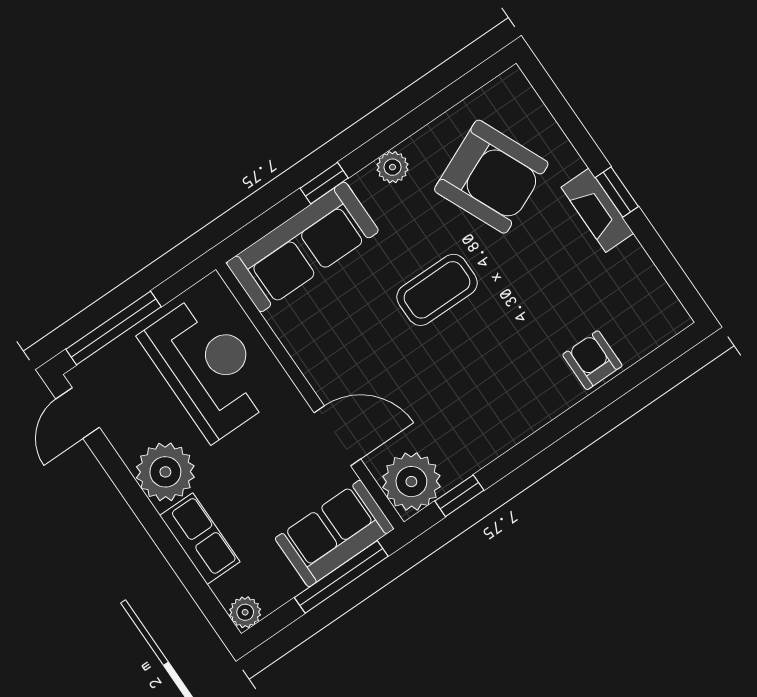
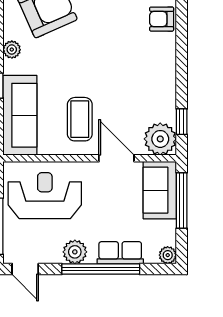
coffee table: (437, 290) -> (80, 119), moved
door: (337, 436) -> (116, 158), hinge flipped
plant: (165, 472) -> (75, 252), width x0.73, depth x0.73
window: (155, 526) -> (101, 269), added

